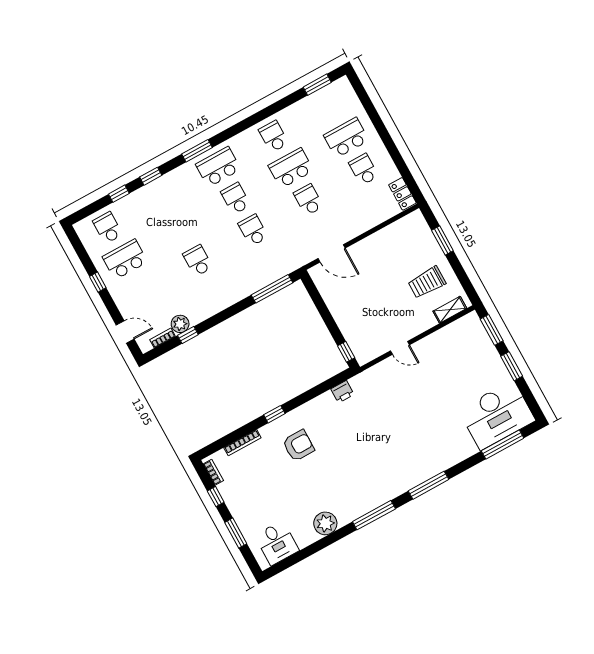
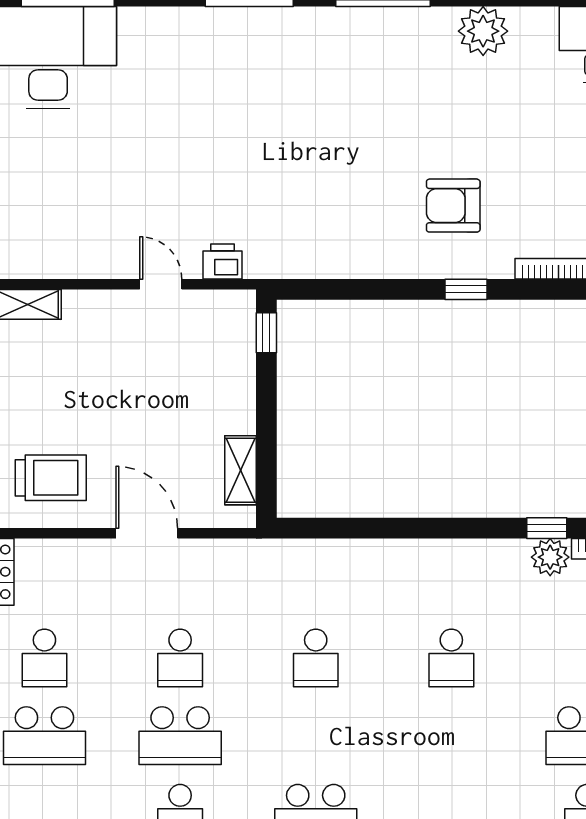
school desk: (236, 199) -> (316, 736), removed
door: (332, 253) -> (147, 533), moved
trolley: (427, 282) -> (51, 478), moved
window: (272, 289) -> (341, 528), removed
shelving: (326, 290) -> (241, 470), added
printer: (342, 392) -> (223, 262), moved

